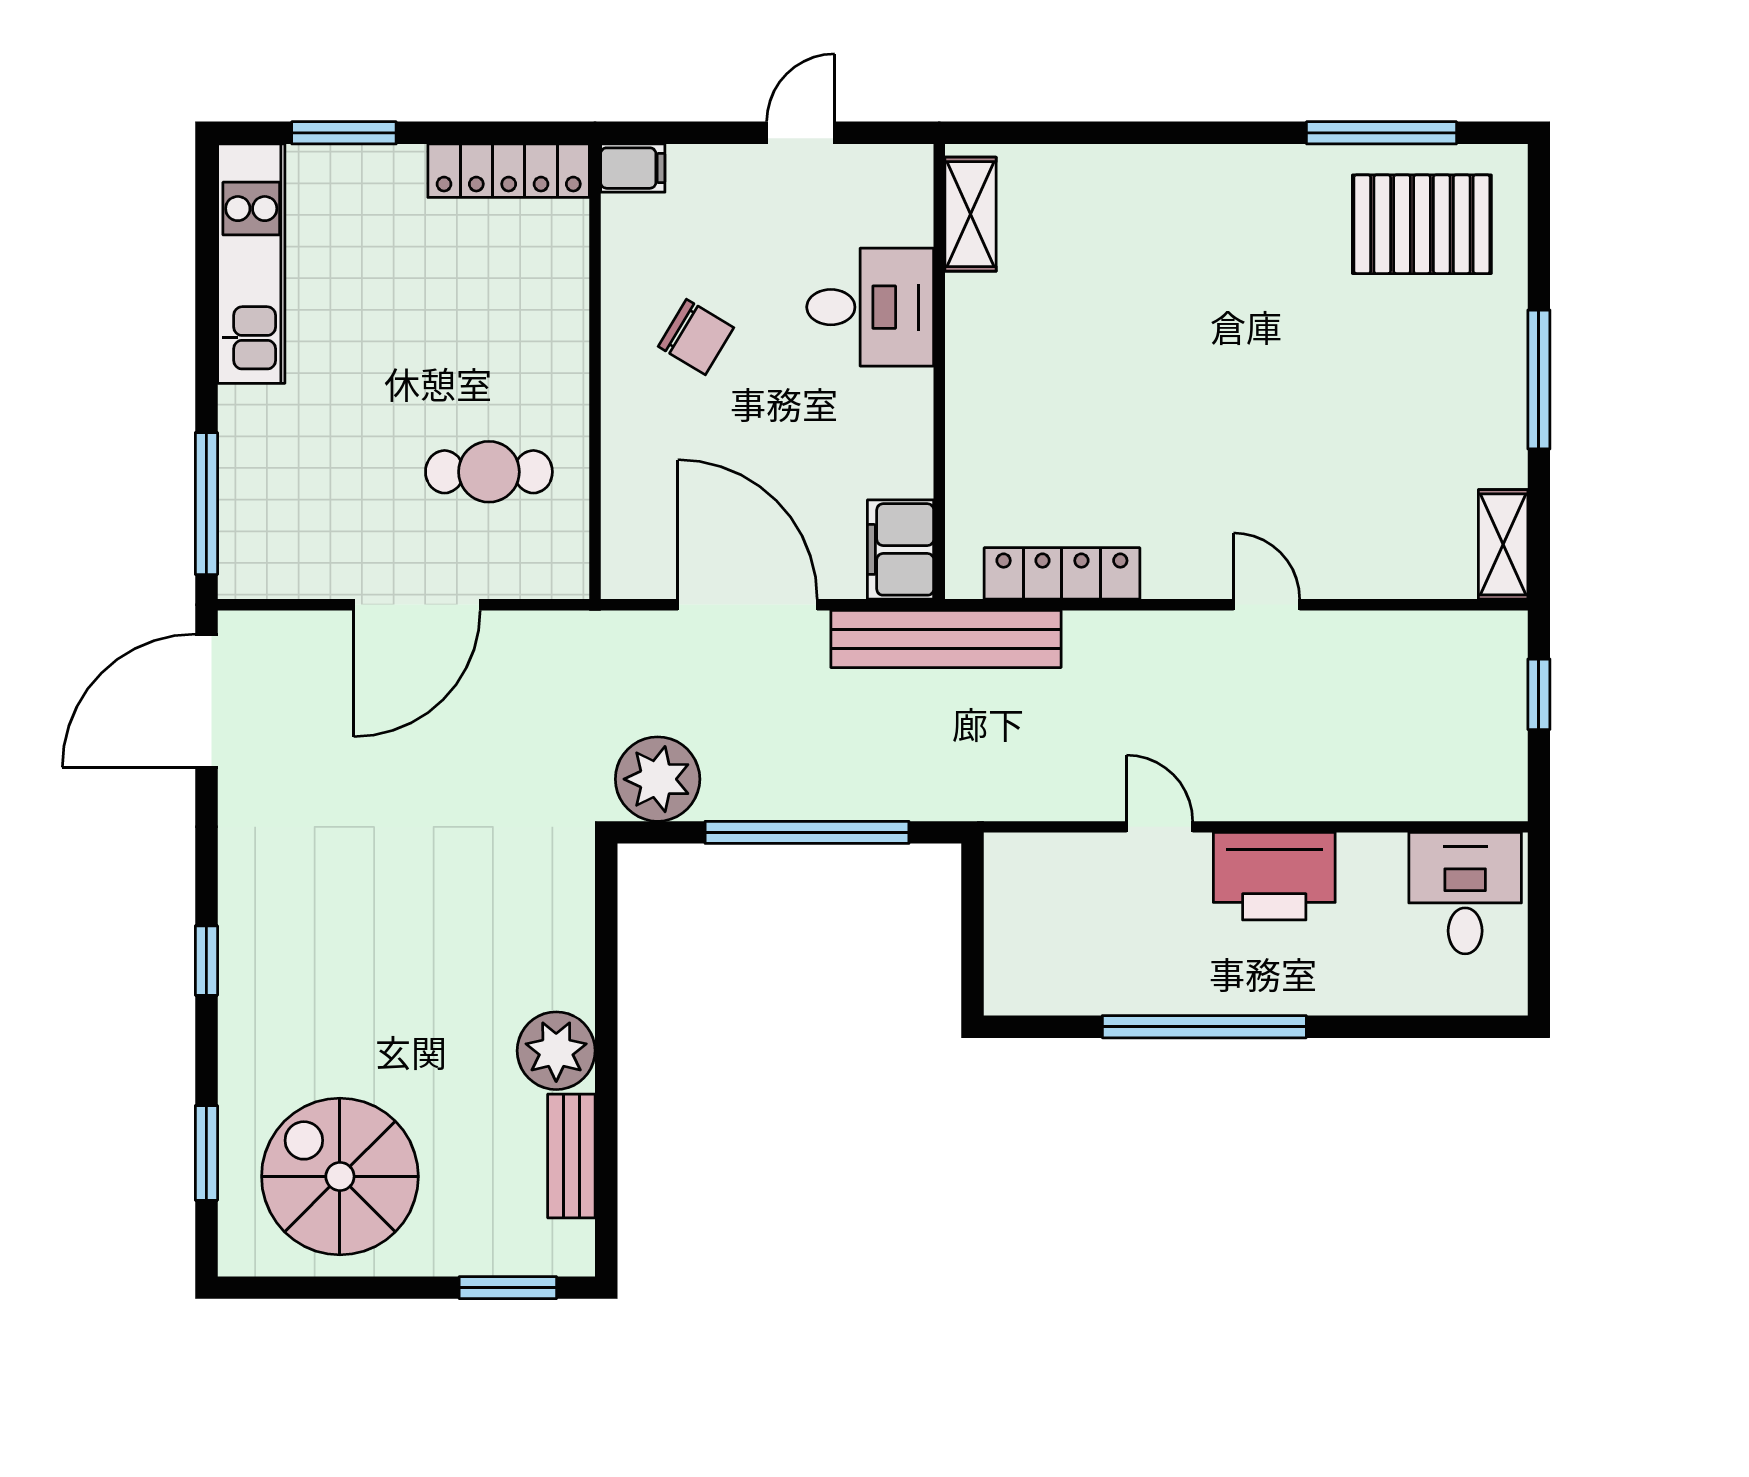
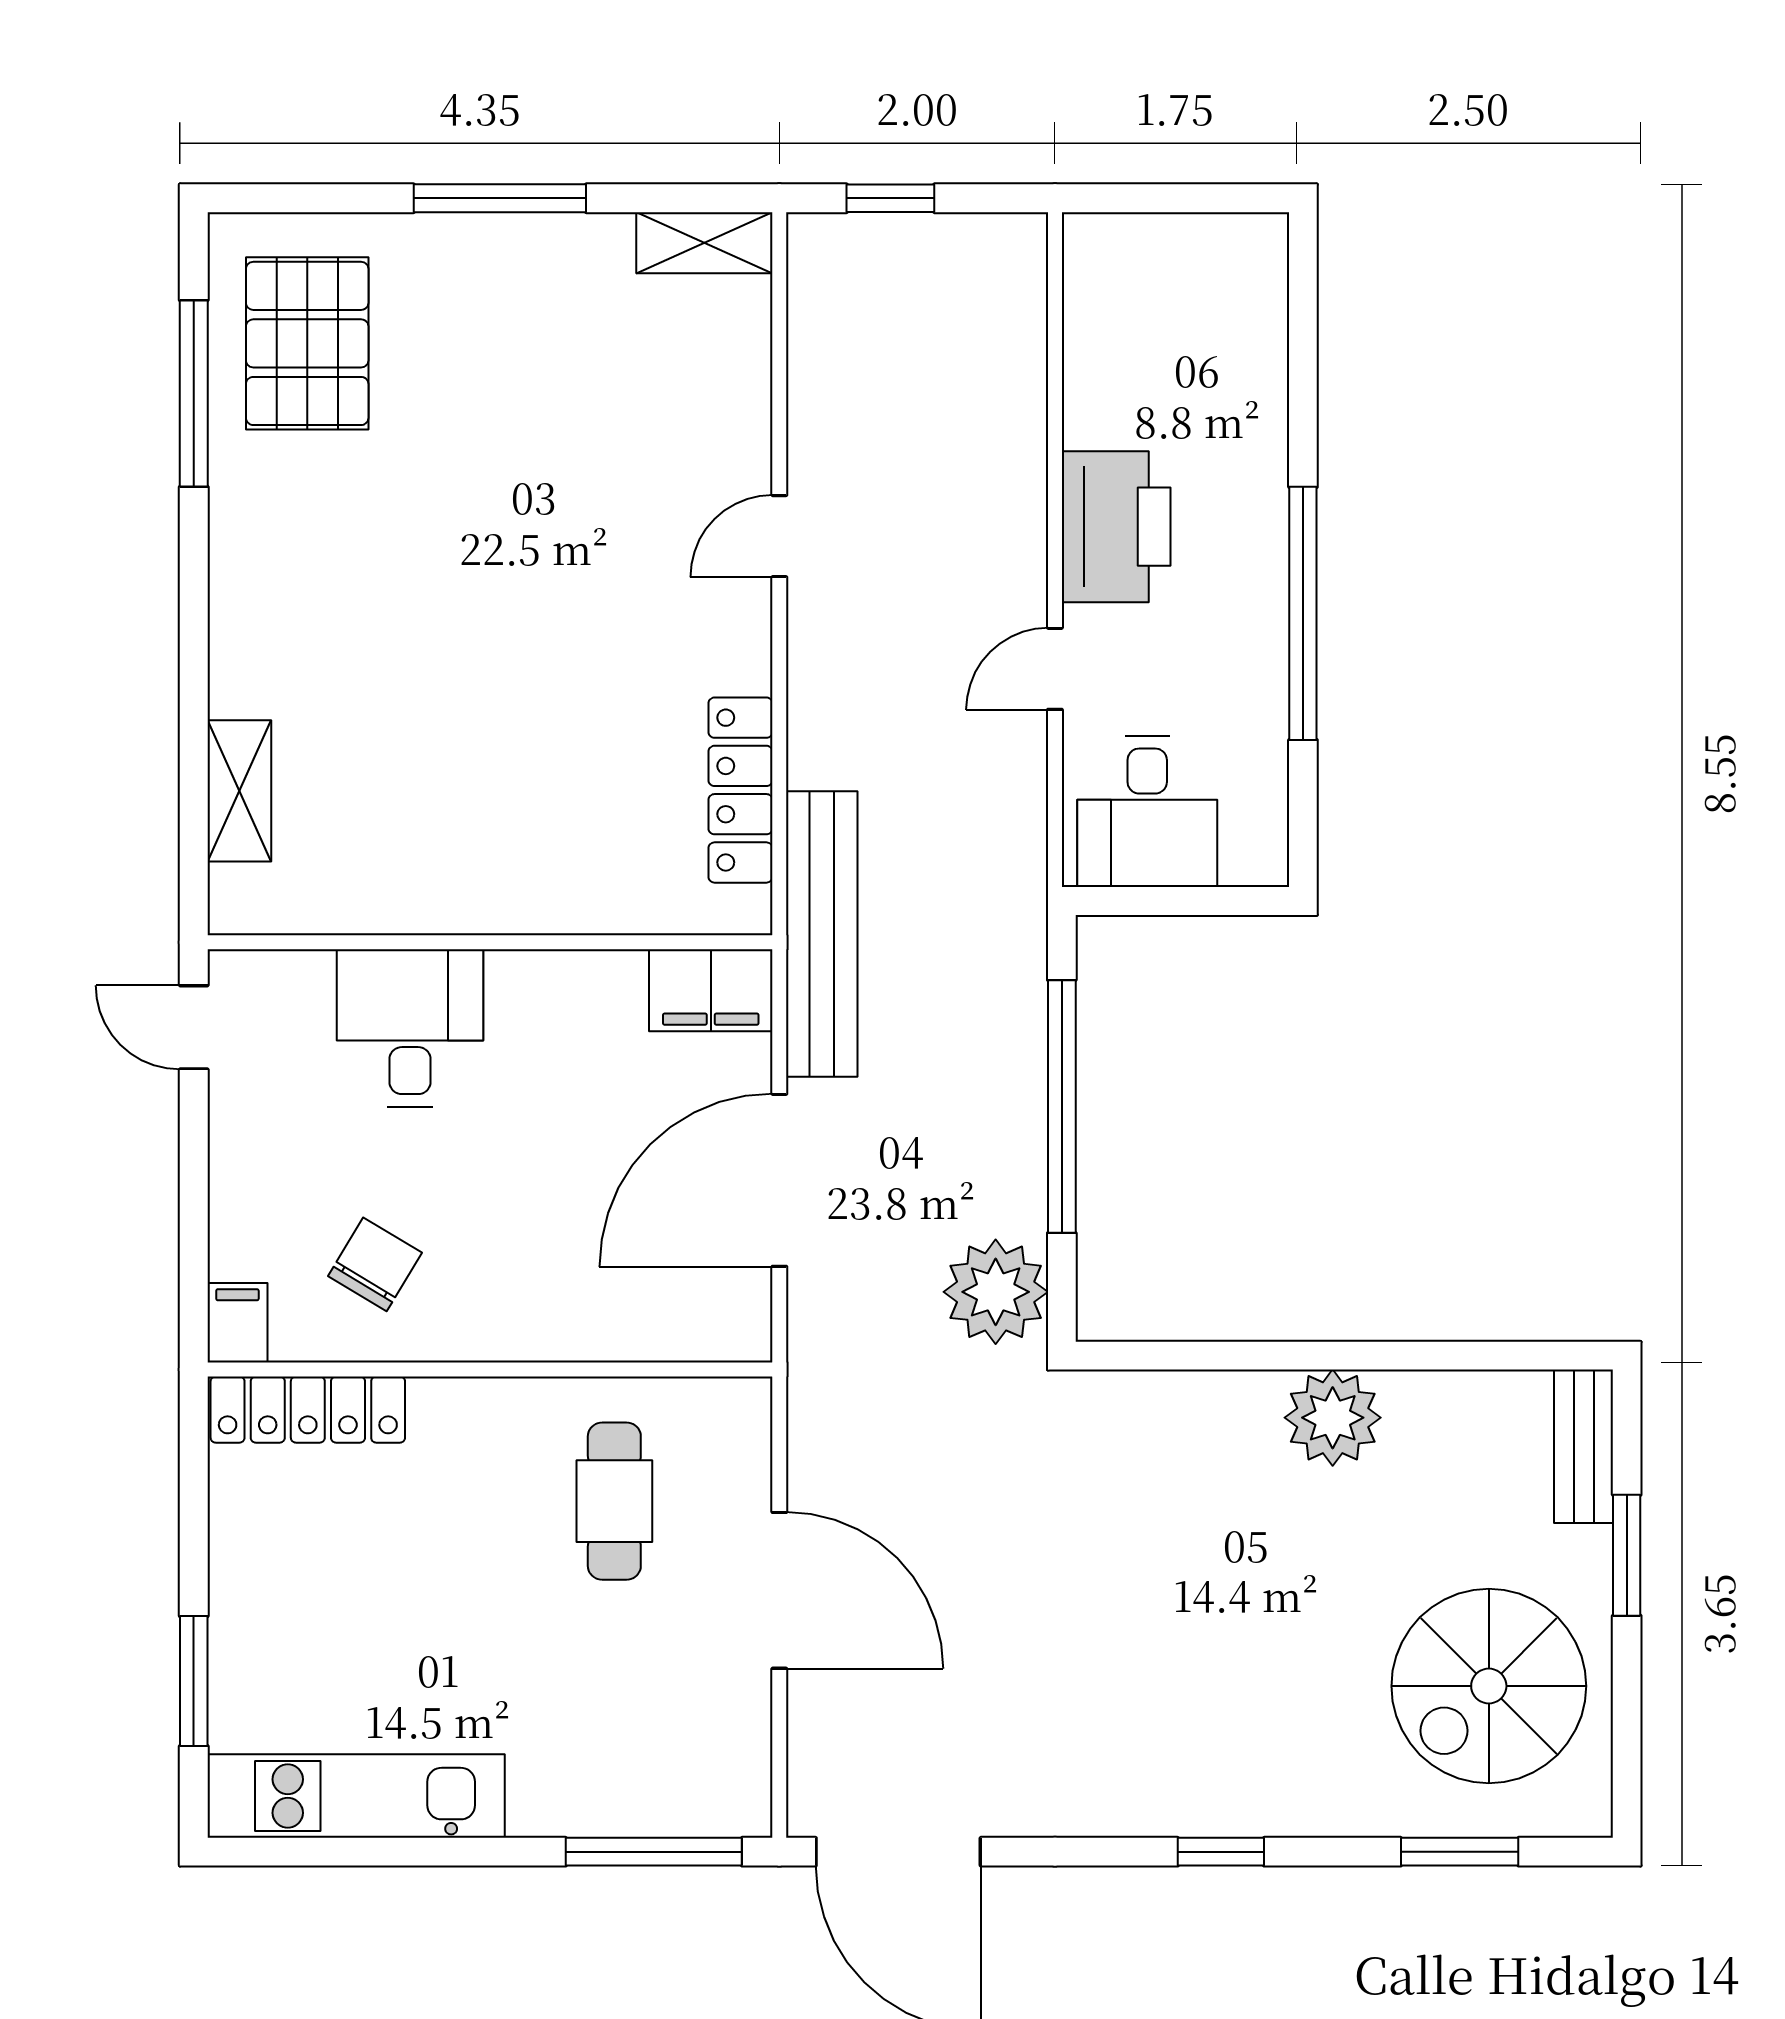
door: (801, 133) -> (194, 1027), moved
locker: (509, 171) -> (308, 1410), moved, turned 90
shelving: (970, 214) -> (239, 791), moved, turned 90
chair: (696, 337) -> (375, 1264), moved
desk: (1465, 893) -> (1147, 812), moved, turned -90
bench: (571, 1156) -> (1584, 1446), moved, turned 90
window: (508, 1288) -> (1627, 1555), moved

